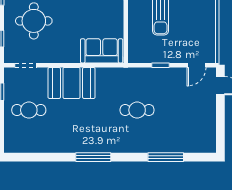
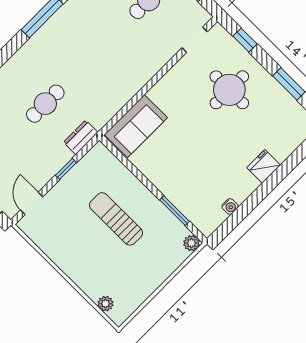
dresser: (136, 74) -> (81, 137), added
booth: (72, 83) -> (134, 67), removed

